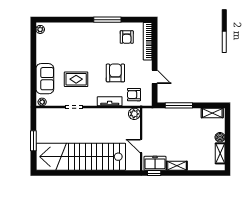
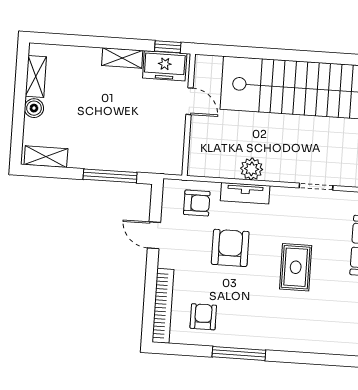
armchair: (115, 73) -> (230, 248), turned 180
rug: (76, 79) -> (296, 267), moved, turned 90
plant: (134, 114) -> (252, 169), moved

